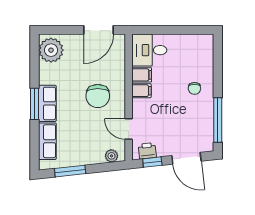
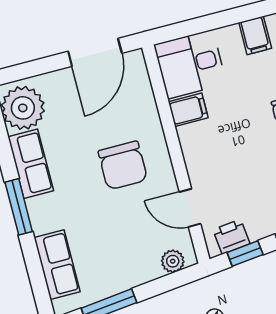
filing cabinet: (141, 91) -> (255, 35), moved, turned 90
row of seats: (47, 103) -> (31, 164), moved

